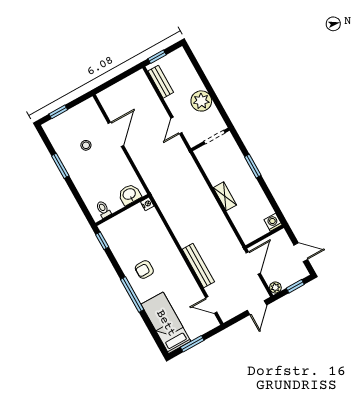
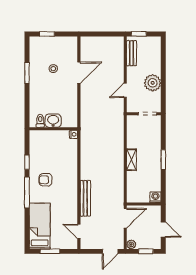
window: (253, 166) -> (163, 160), moved
washbasin: (129, 194) -> (53, 121), moved
window: (102, 241) -> (27, 162), moved

